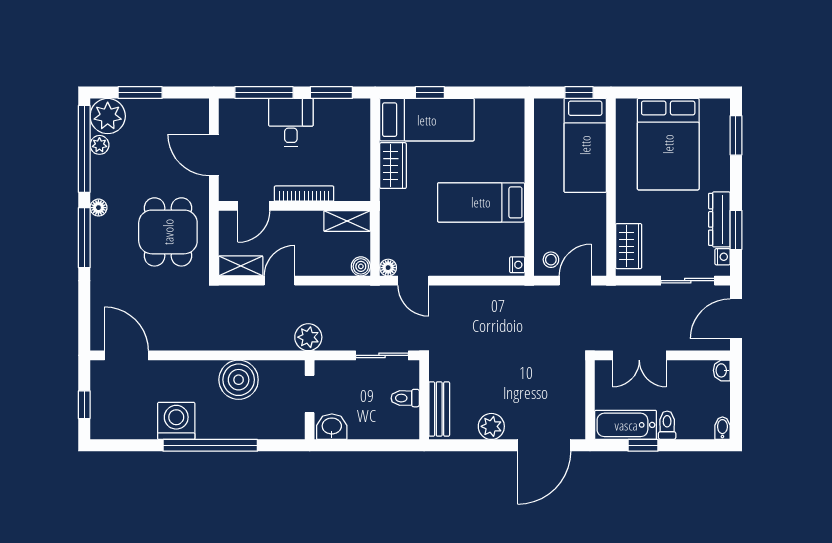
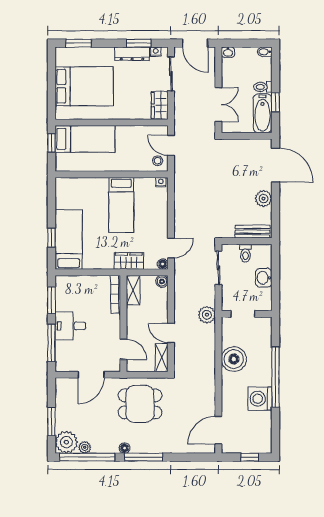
wardrobe: (393, 166) -> (129, 261), moved
bookcase: (304, 194) -> (116, 294), moved
wardrobe: (629, 246) -> (160, 105), moved, turned -90
washbasin: (332, 427) -> (264, 278), moved

